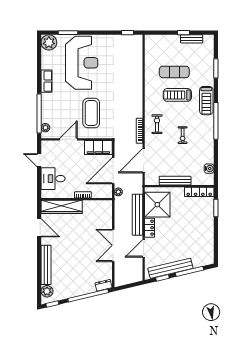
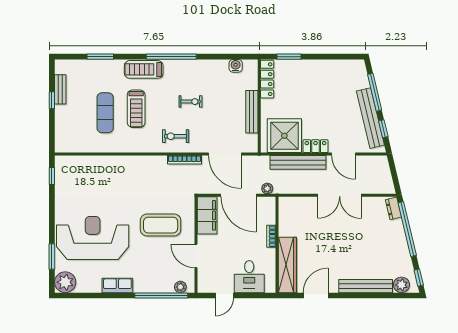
treadmill: (206, 101) -> (144, 69), turned 180

